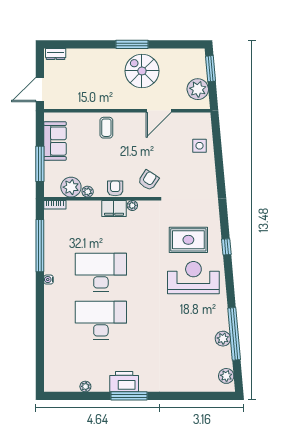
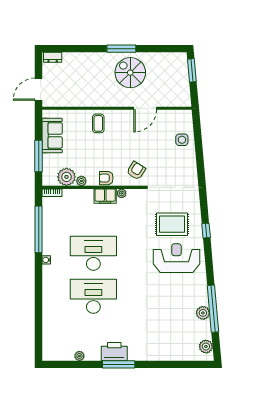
plant: (198, 89) -> (180, 89), removed
armchair: (115, 188) -> (106, 178), turned -90

